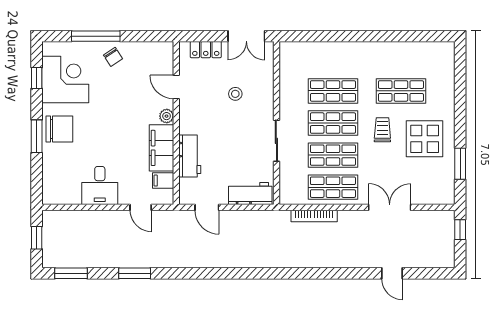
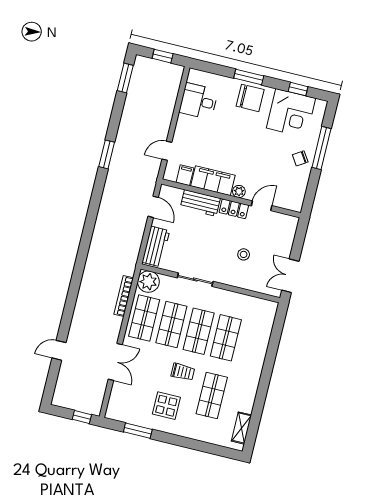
shelving: (429, 49) -> (241, 428), added
locker: (206, 50) -> (234, 209), moved, turned -90
chair: (59, 129) -> (250, 98), turned -90
display table: (425, 139) -> (166, 406), width x0.73, depth x0.73
desk: (100, 186) -> (199, 101), moved
plant: (291, 192) -> (148, 282), added
door: (207, 207) -> (153, 207), swing flipped
window: (135, 273) -> (107, 154), moved

